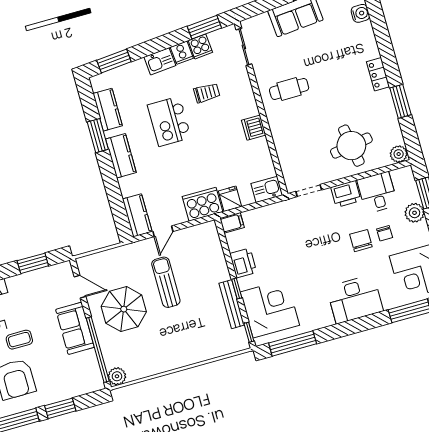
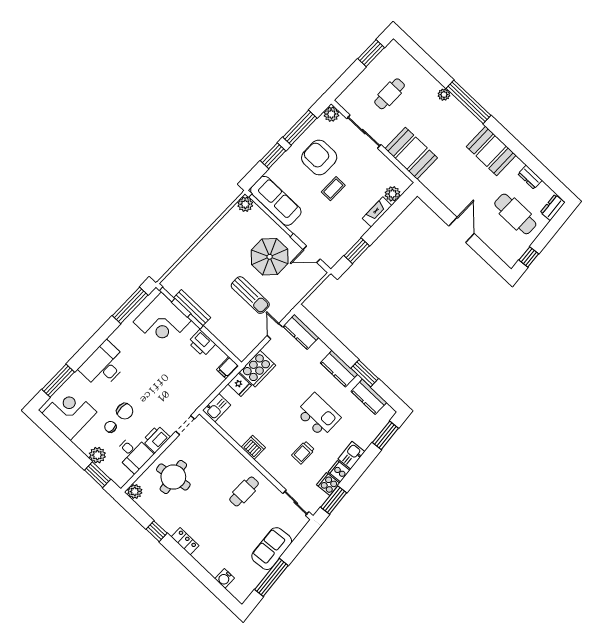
window: (400, 101) -> (157, 531), width x0.67
sofa: (75, 328) -> (276, 201), moved, width x1.36

